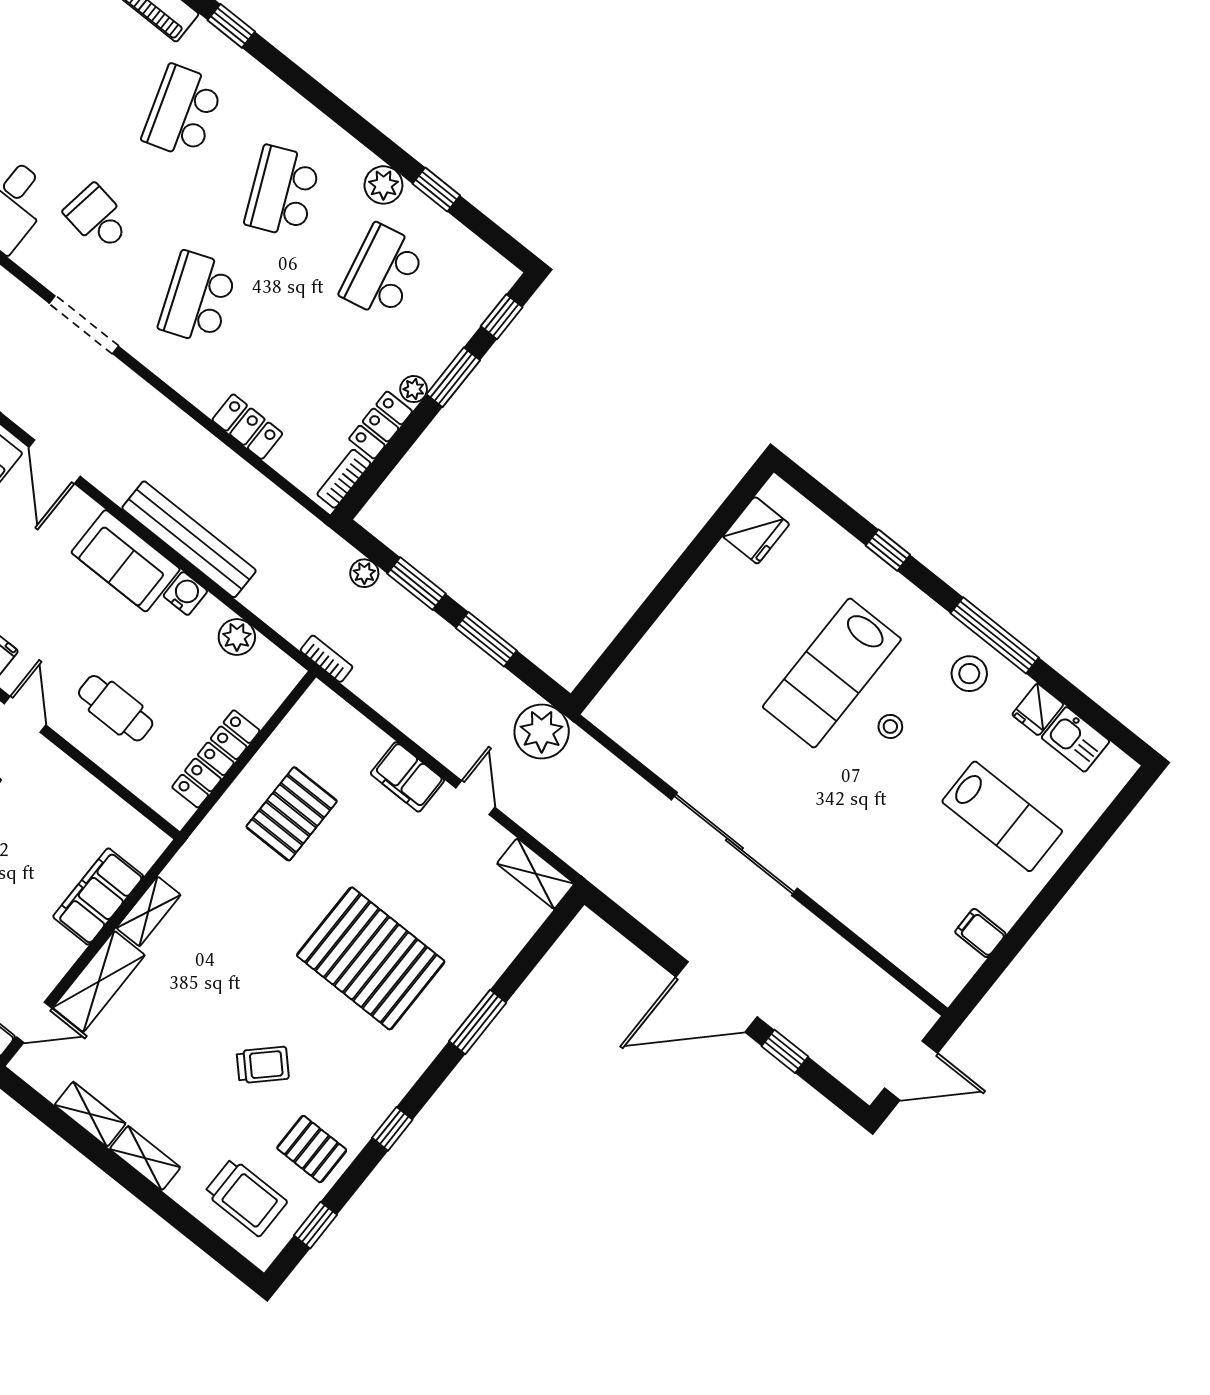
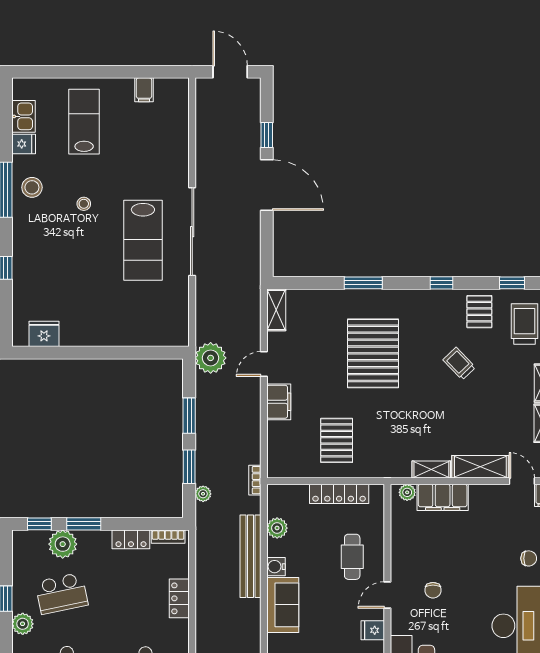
plant: (414, 389) -> (63, 544), moved, width x1.88, depth x1.88
bench: (189, 539) -> (250, 556), moved
lab bench: (832, 673) -> (143, 240), moved, turned 90
pallet: (292, 814) -> (337, 440), turned 90
plant: (144, 854) -> (407, 492), added

